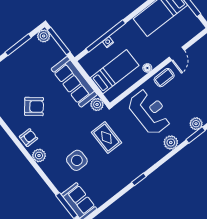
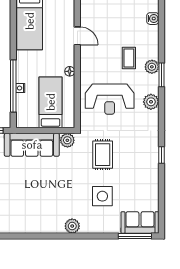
coffee table: (164, 78) -> (129, 58), moved
armchair: (34, 106) -> (26, 197), removed
reception desk: (150, 112) -> (110, 99), turned 180
rug: (106, 137) -> (103, 155), turned 90
armchair: (28, 138) -> (49, 223), removed

